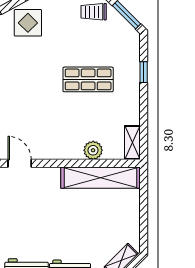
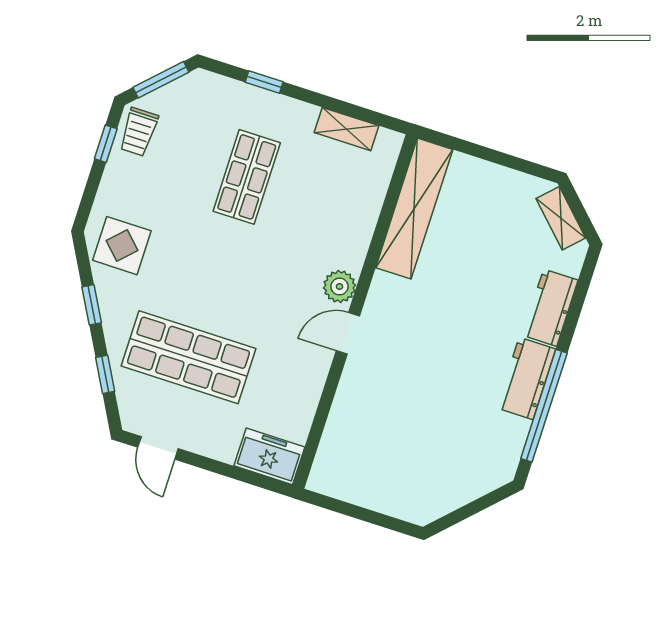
shelving: (132, 143) -> (346, 129), moved
plant: (93, 150) -> (339, 287), moved

